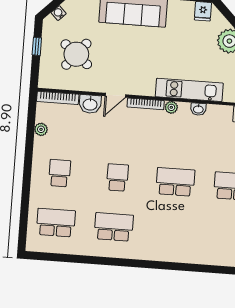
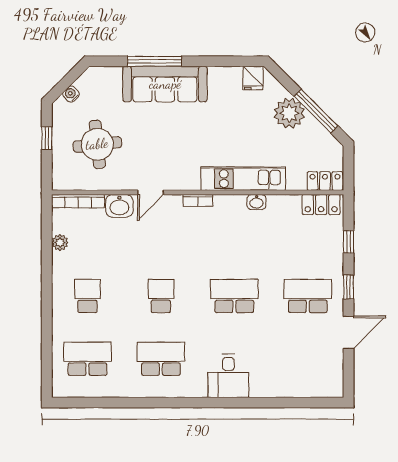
round table: (76, 54) -> (97, 144), turned 45
bookcase: (146, 104) -> (198, 200), width x0.64
plant: (171, 107) -> (222, 202), removed
desk: (166, 244) -> (228, 376), added

